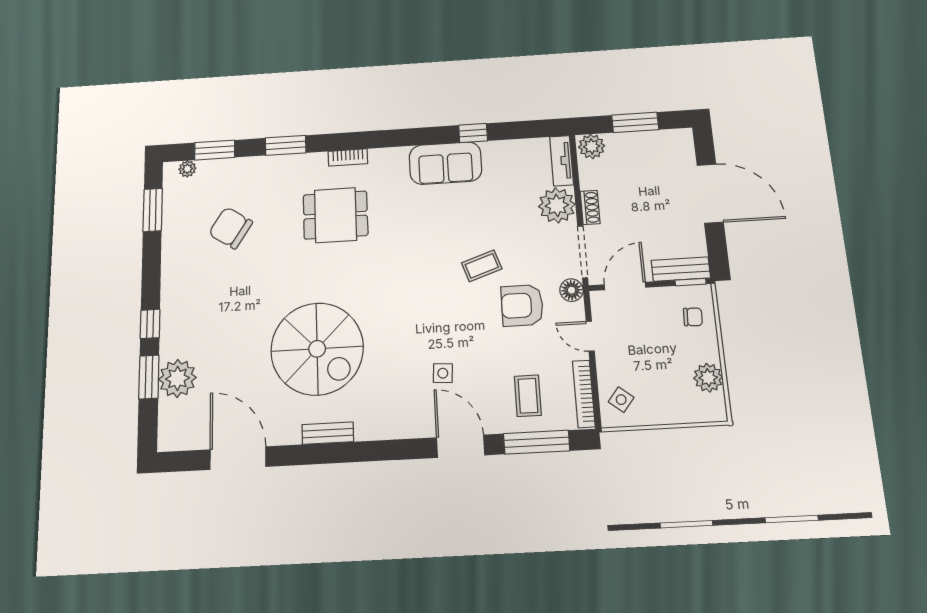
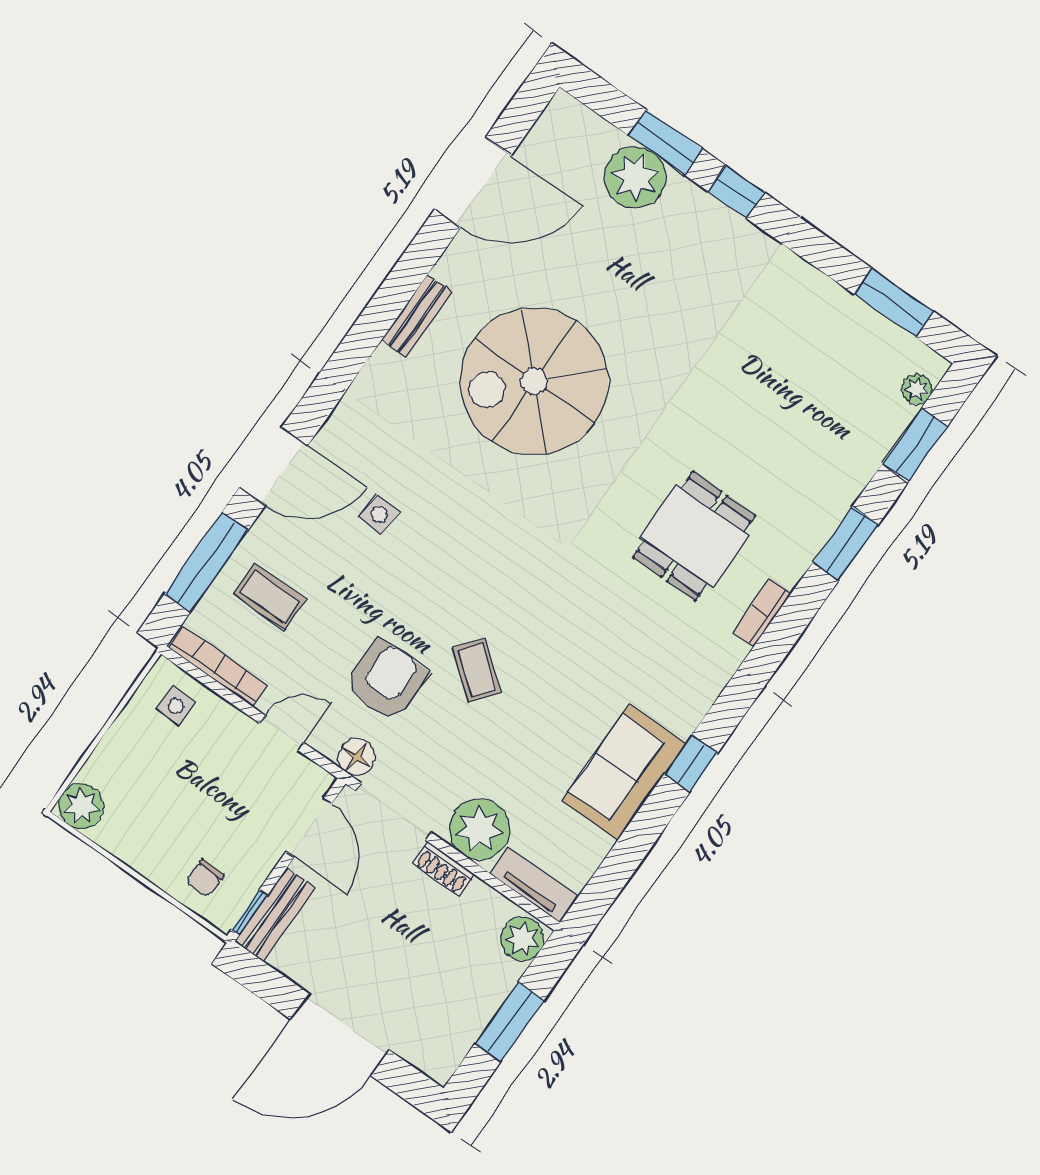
window: (473, 133) -> (691, 764), moved
sofa: (445, 163) -> (624, 772), moved
chair: (231, 228) -> (786, 387), removed
coffee table: (482, 266) -> (477, 670), turned -32
plant: (708, 378) -> (81, 806), moved
side table: (621, 400) -> (176, 706), turned -38

